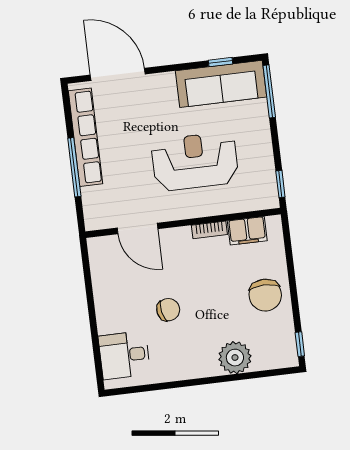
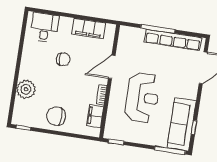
door: (137, 228) -> (112, 67), moved
filing cabinet: (106, 282) -> (89, 29), added
chair: (168, 310) -> (63, 59), turned -79

